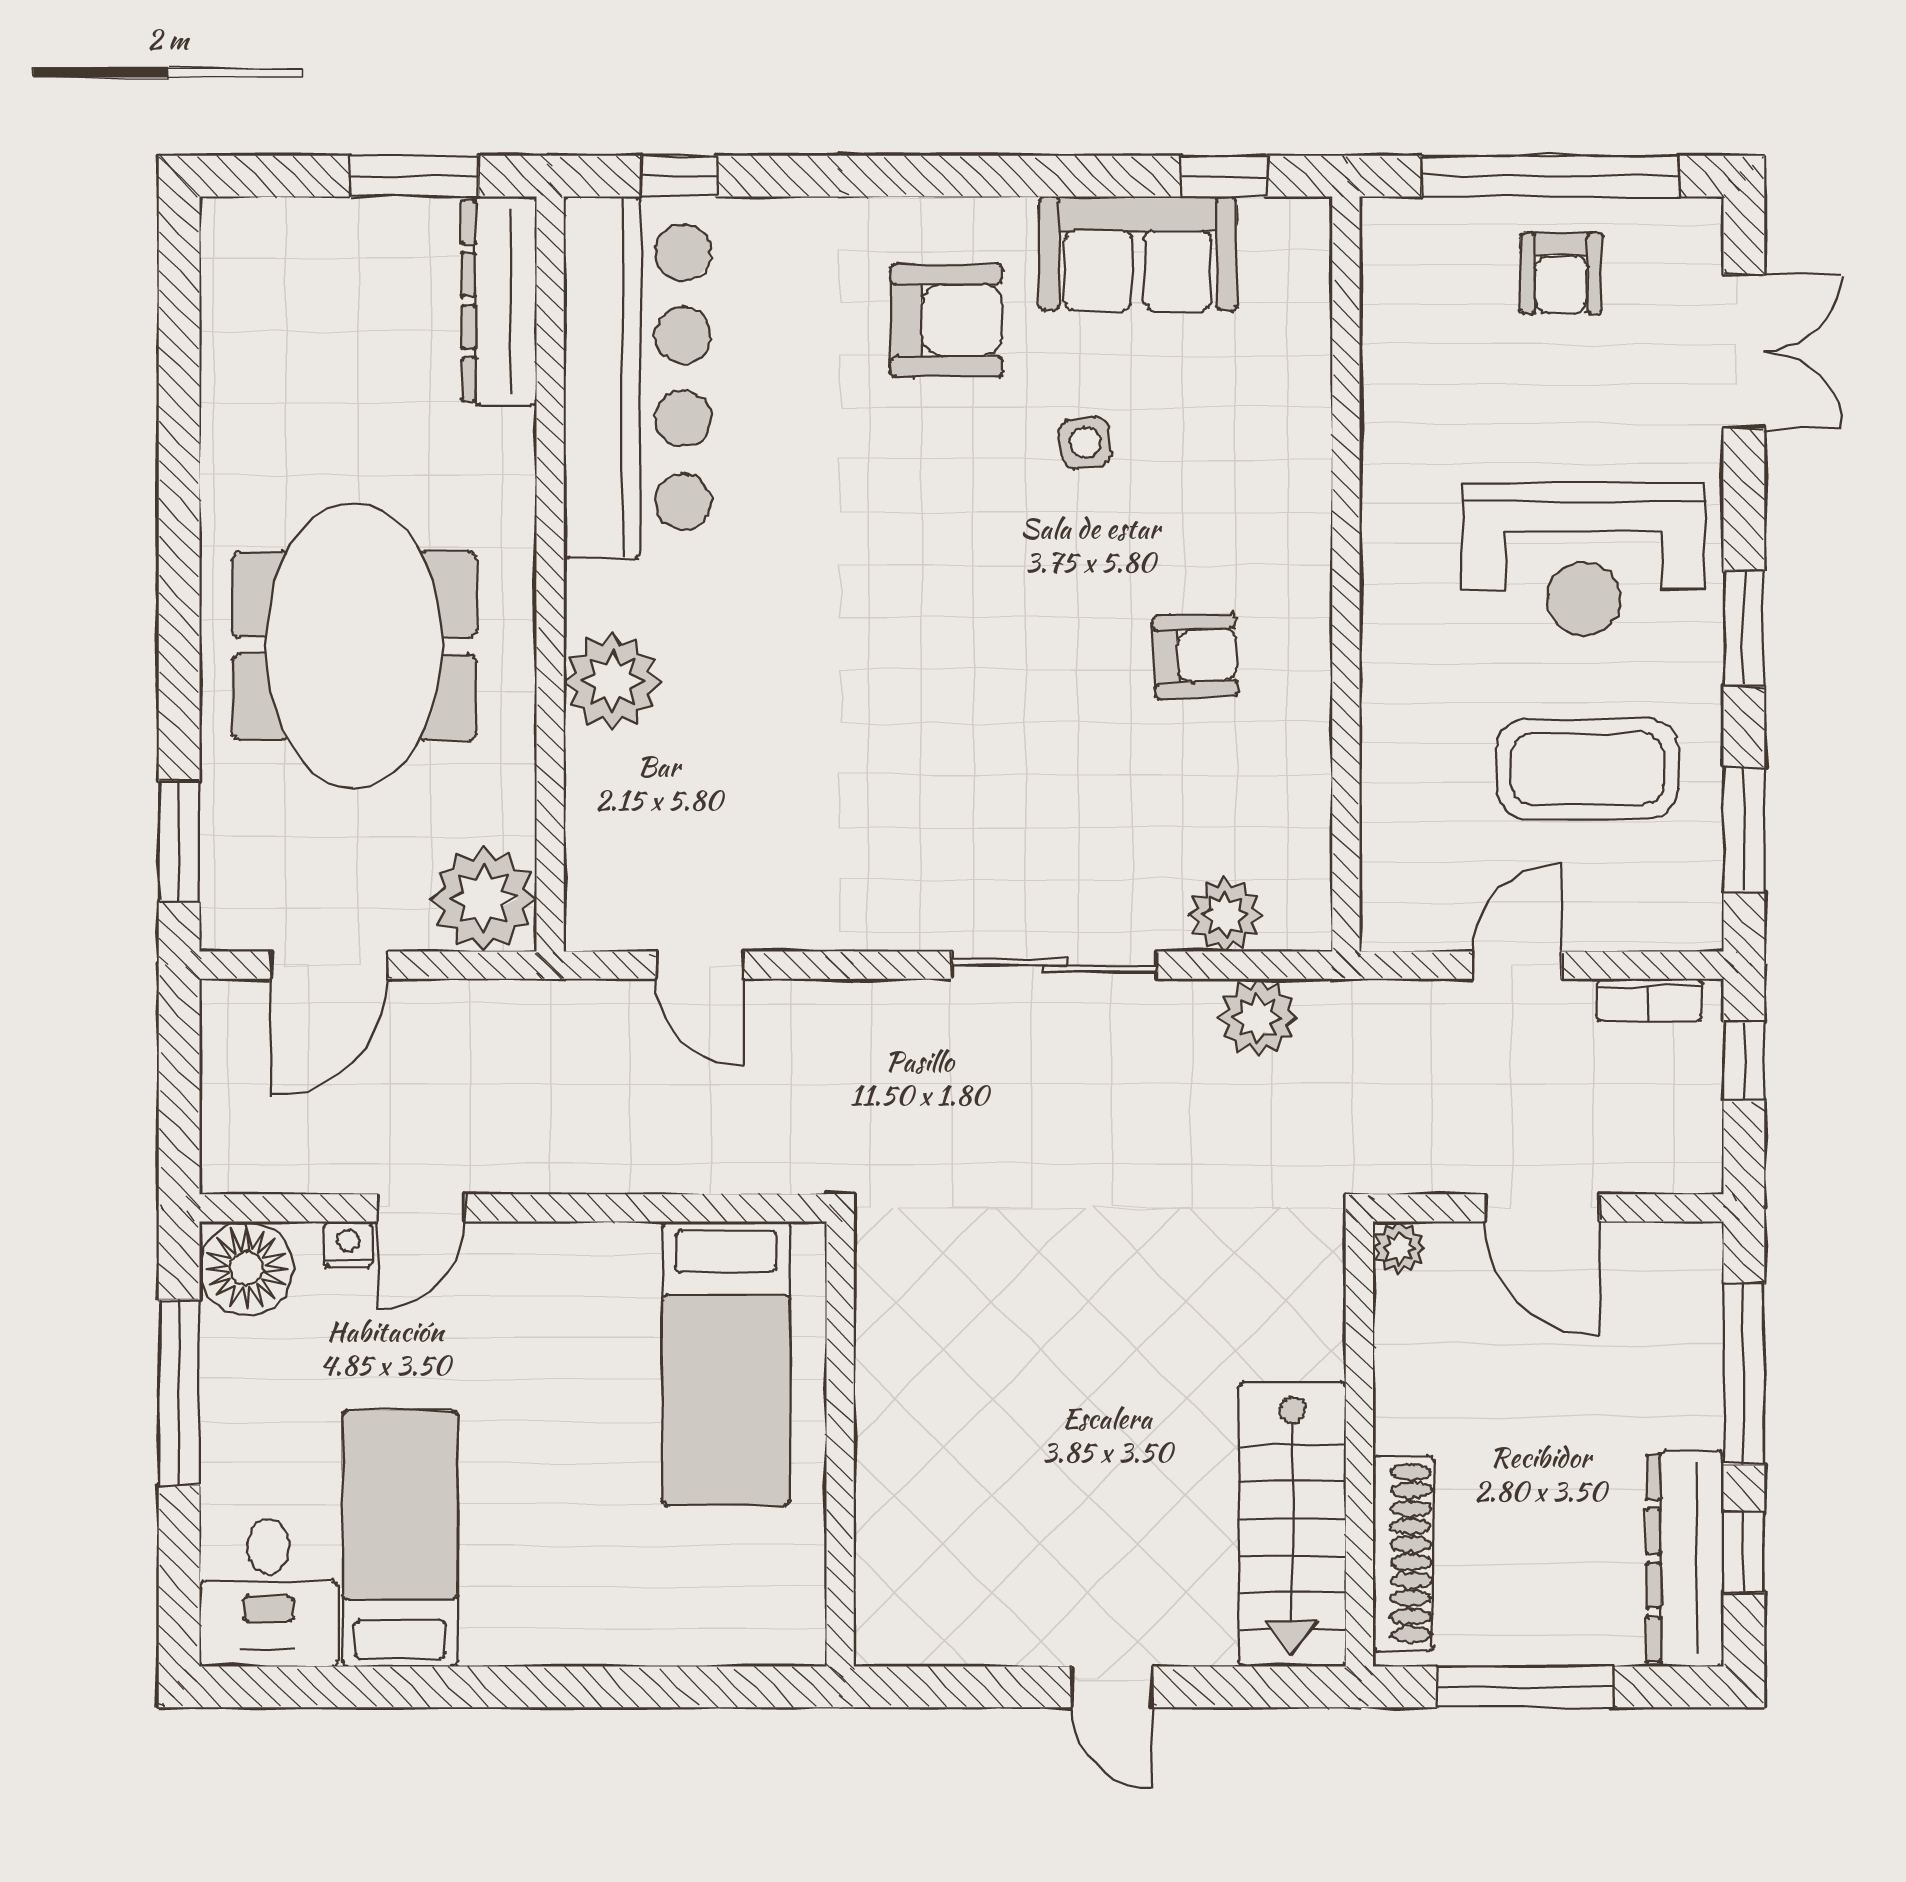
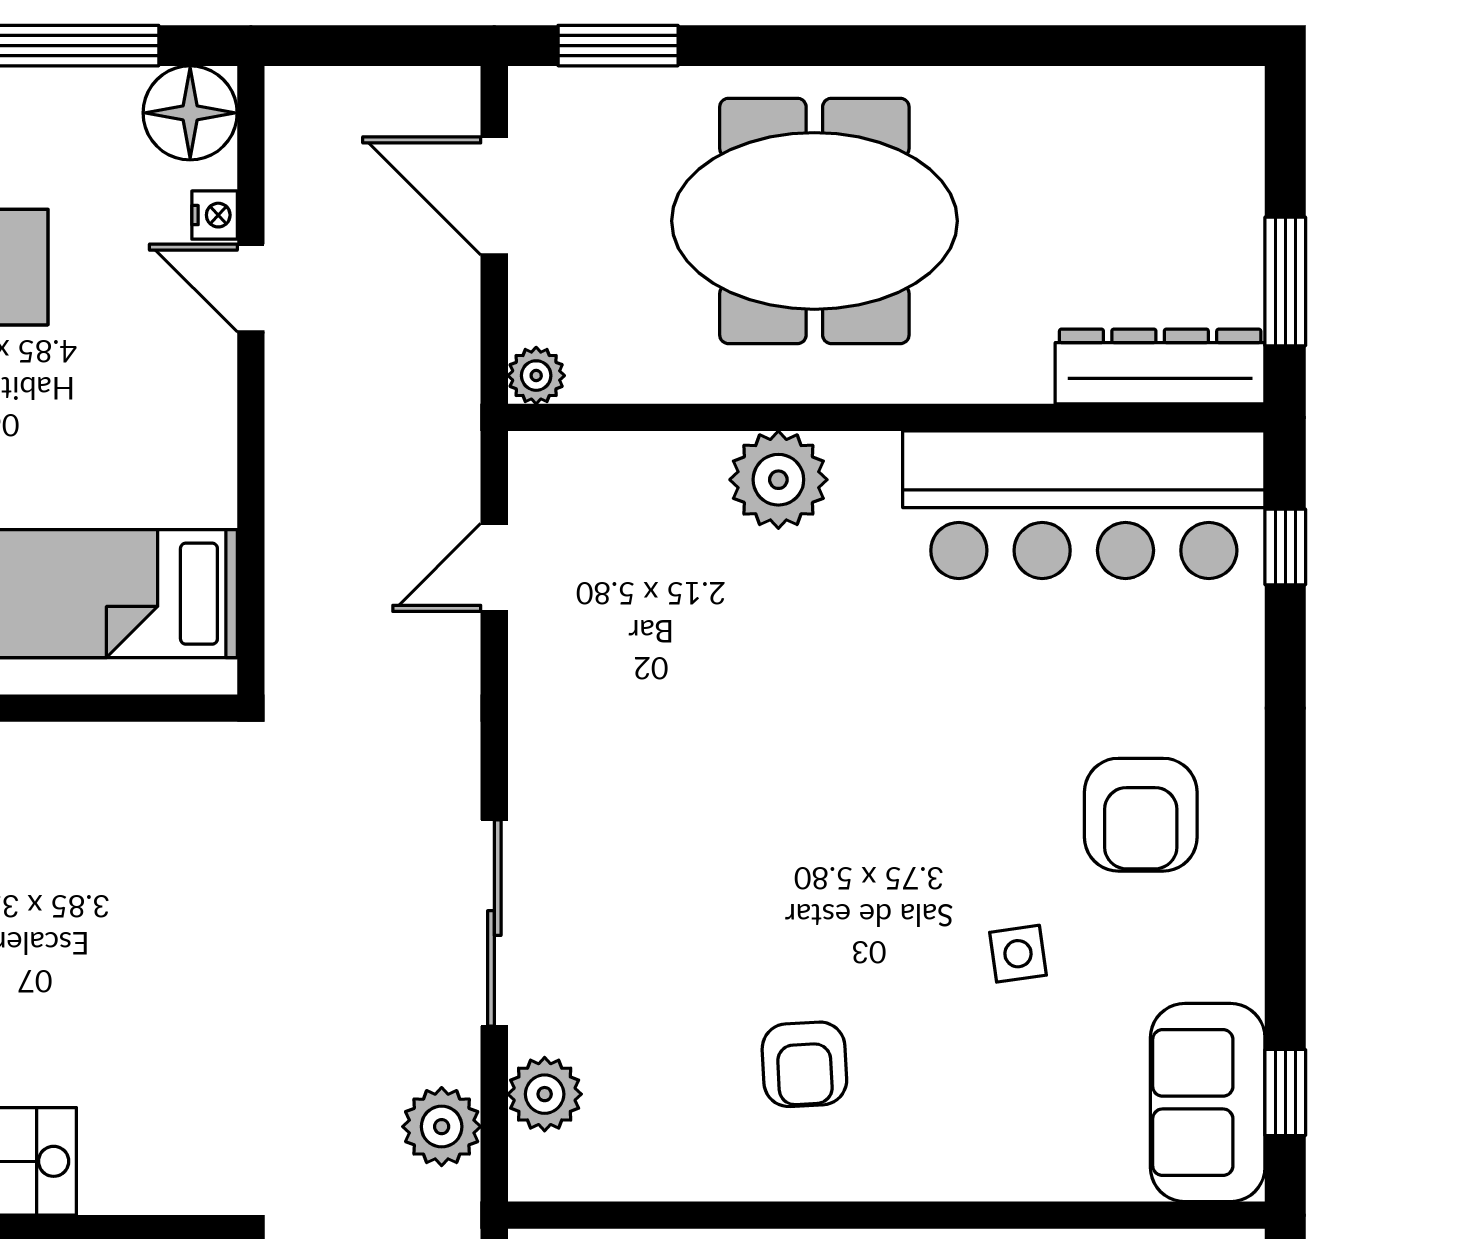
sofa: (1138, 253) -> (1208, 1103), moved
plant: (484, 899) -> (536, 376), width x0.53, depth x0.53

